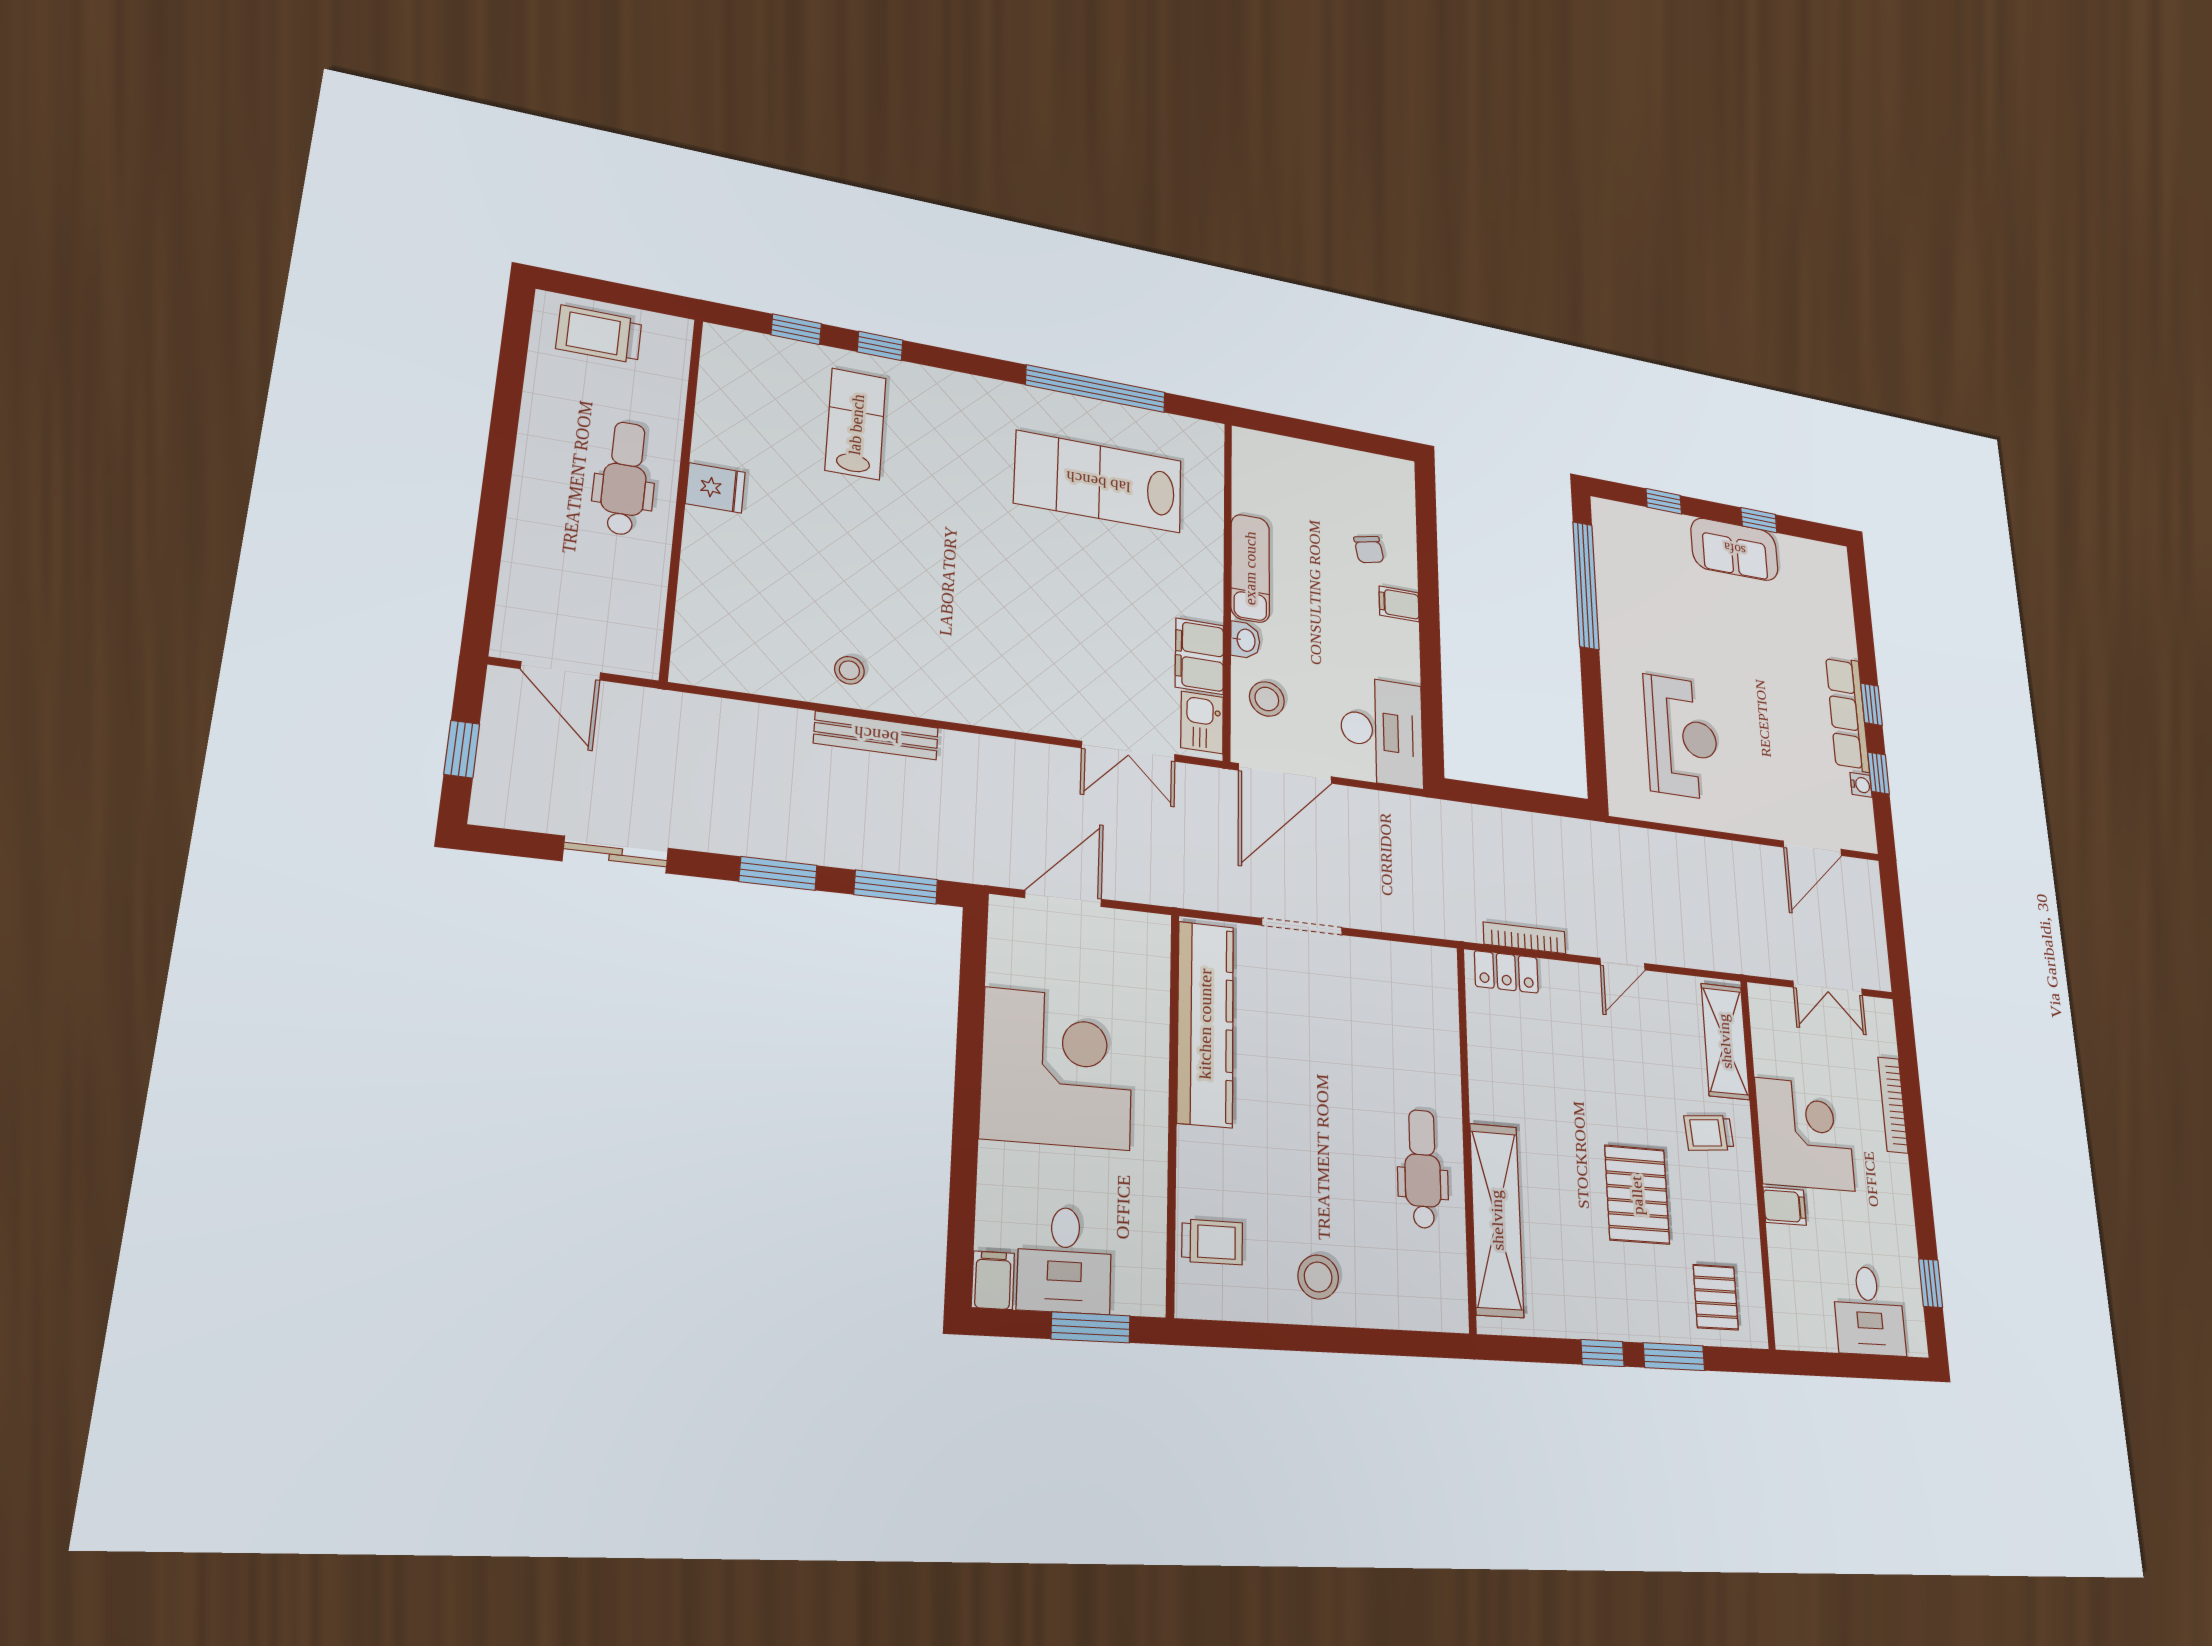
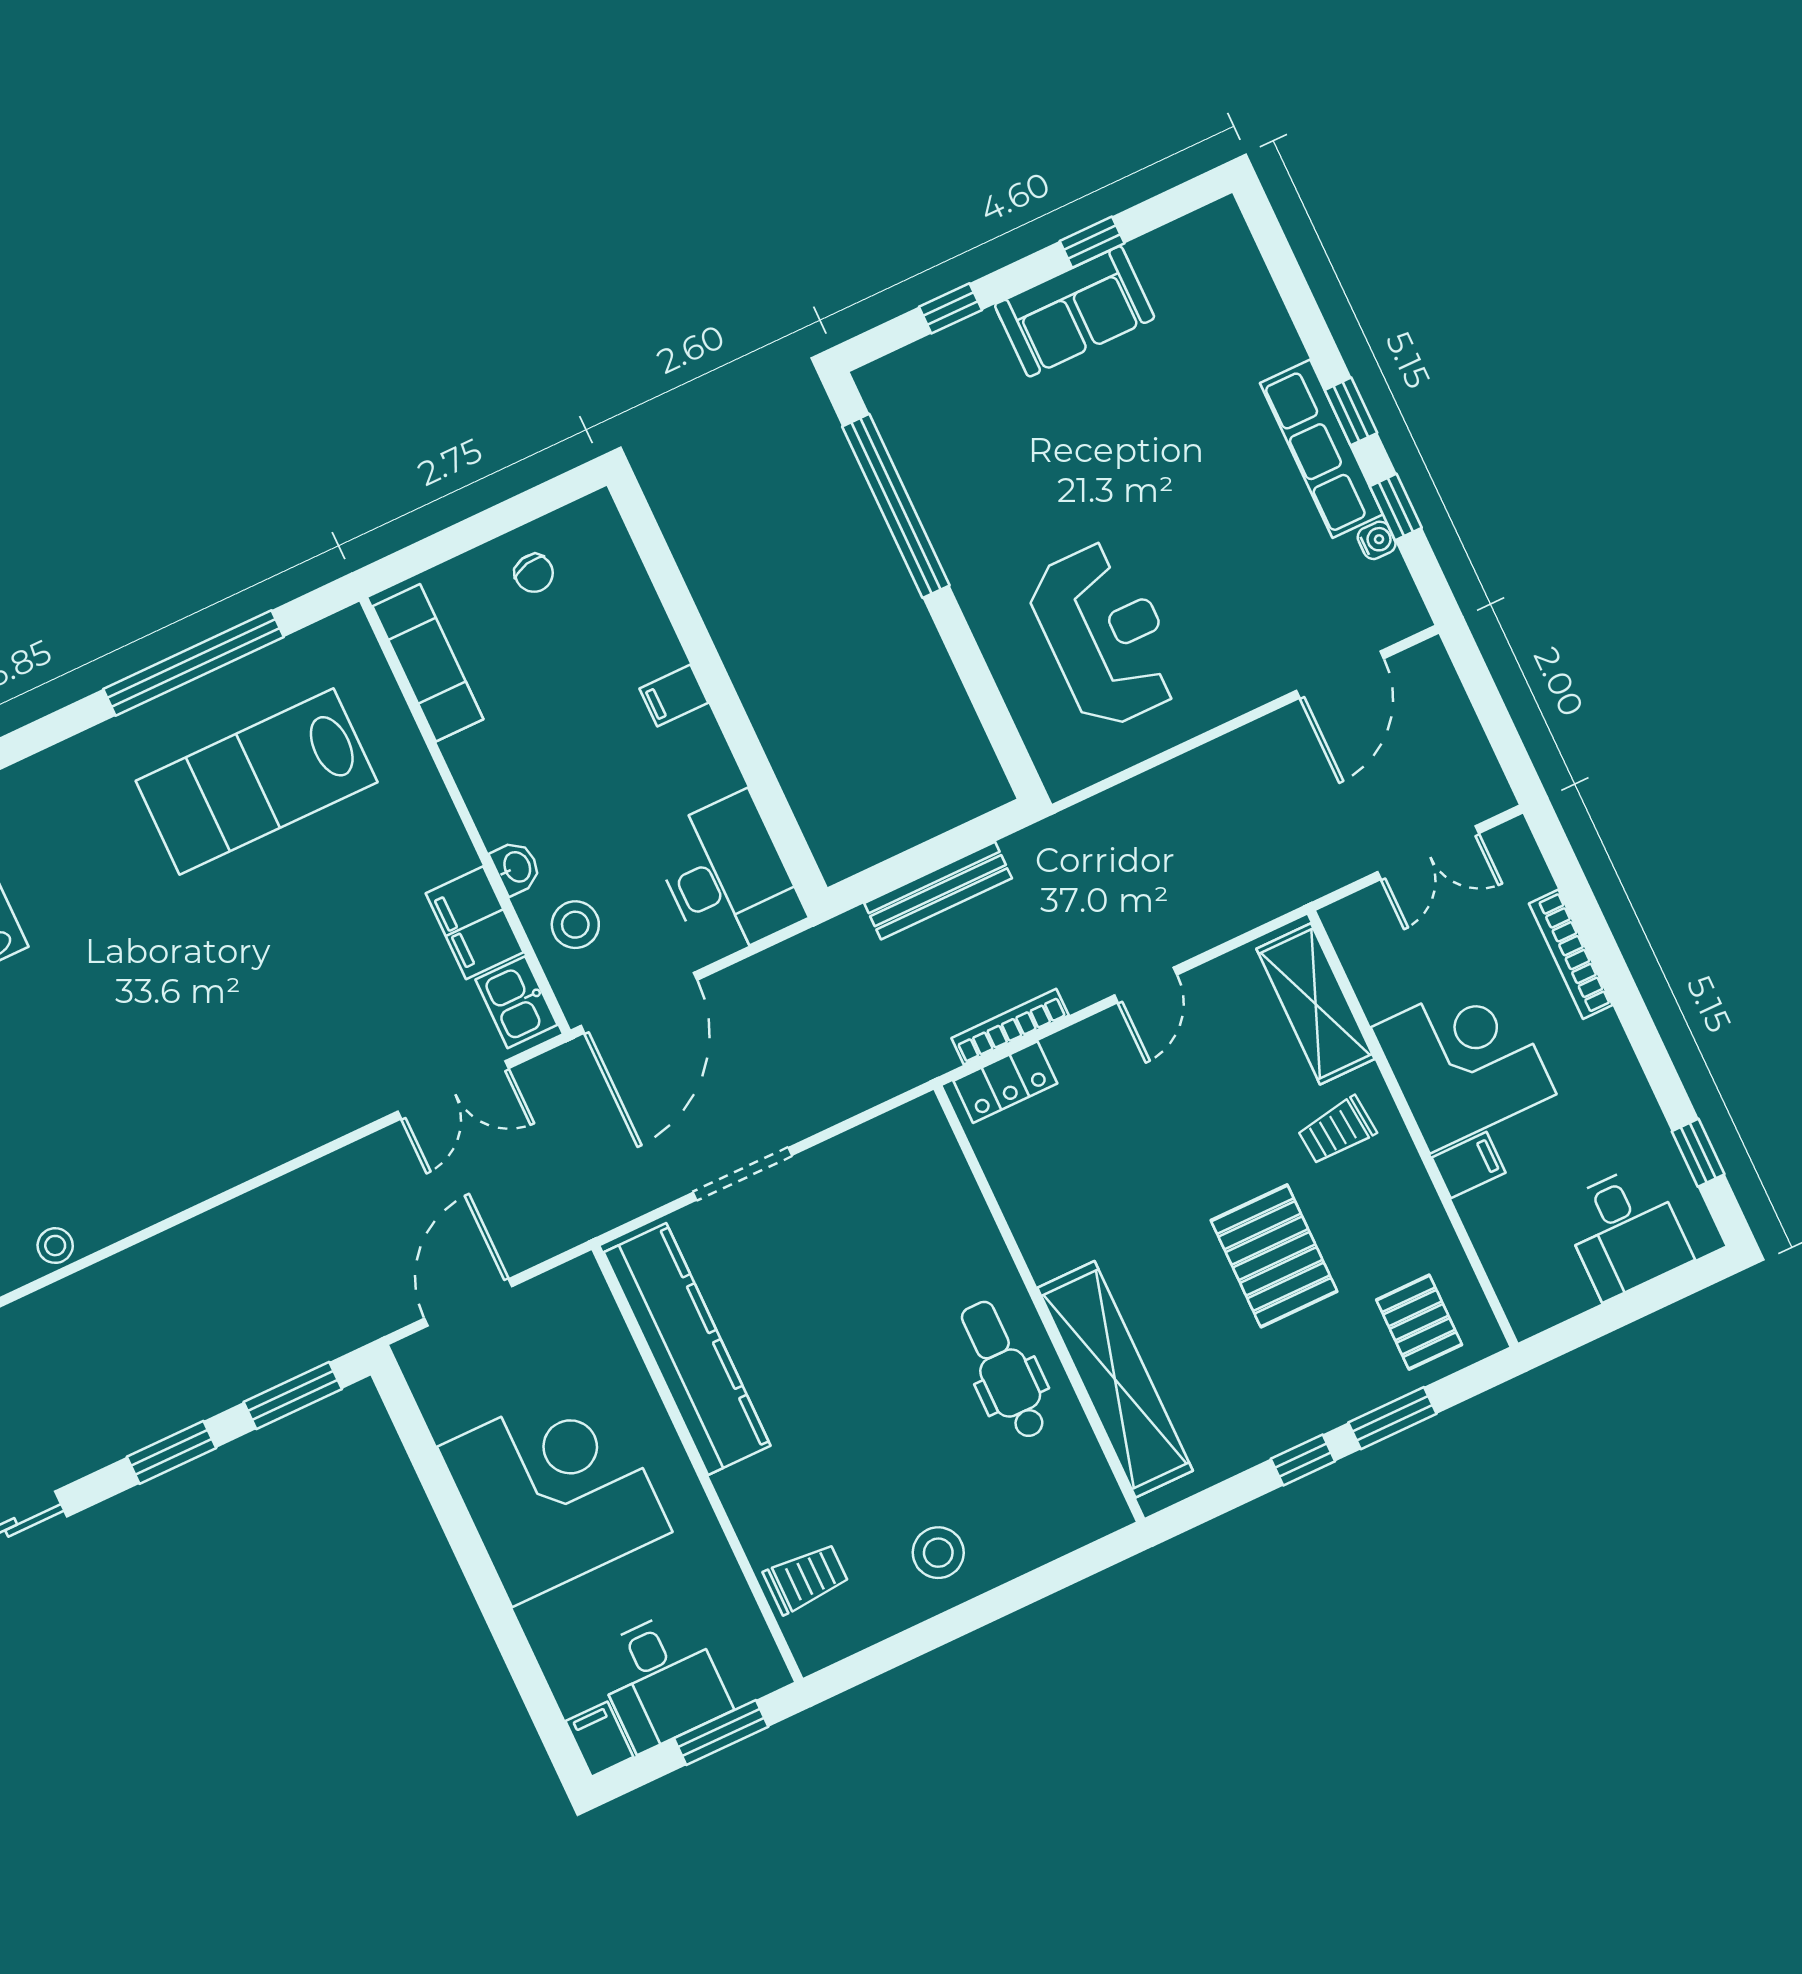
chair: (1369, 550) -> (534, 573), moved
exam couch: (1250, 568) -> (428, 663), moved
stool: (849, 670) -> (55, 1246), moved
bench: (876, 735) -> (938, 891), moved

